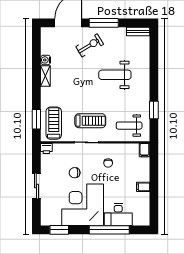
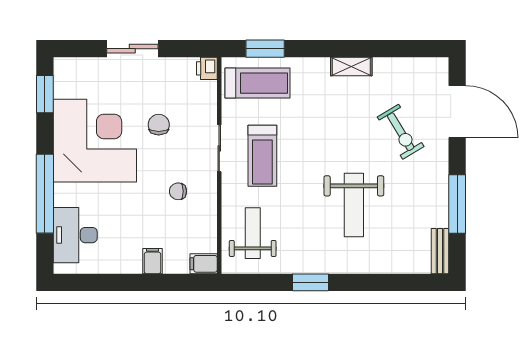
window: (104, 23) -> (457, 204), moved
exercise bike: (90, 45) -> (401, 132), moved
water cooler: (46, 60) -> (383, 67), removed
weight bench: (115, 75) -> (354, 205), turned 180
window: (154, 110) -> (311, 282), moved
filing cabinet: (143, 187) -> (153, 261), moved
desk: (118, 215) -> (75, 235), moved

